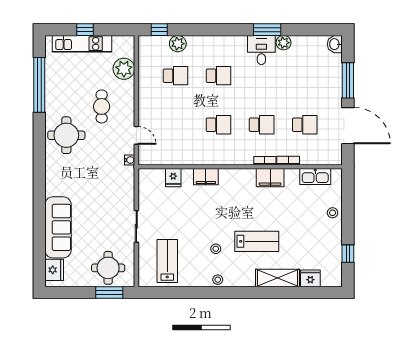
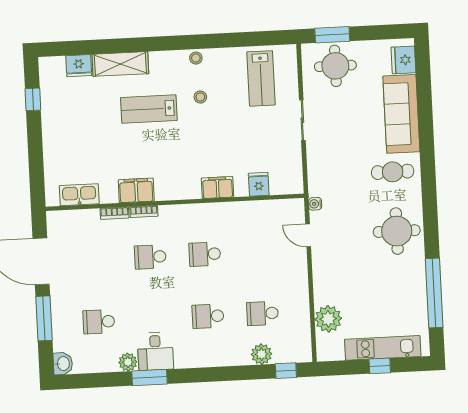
cafe table: (102, 106) -> (393, 172), moved, turned 90
school desk: (305, 125) -> (99, 322), moved
stool: (333, 213) -> (55, 150), removed

